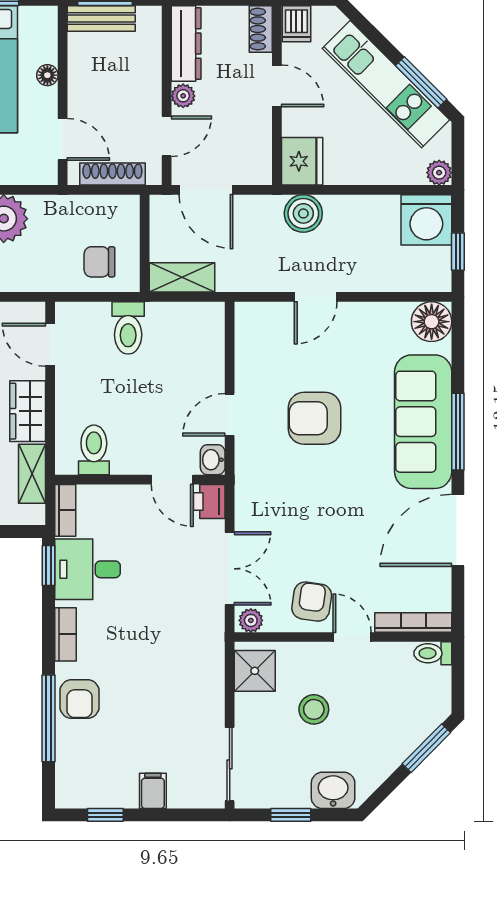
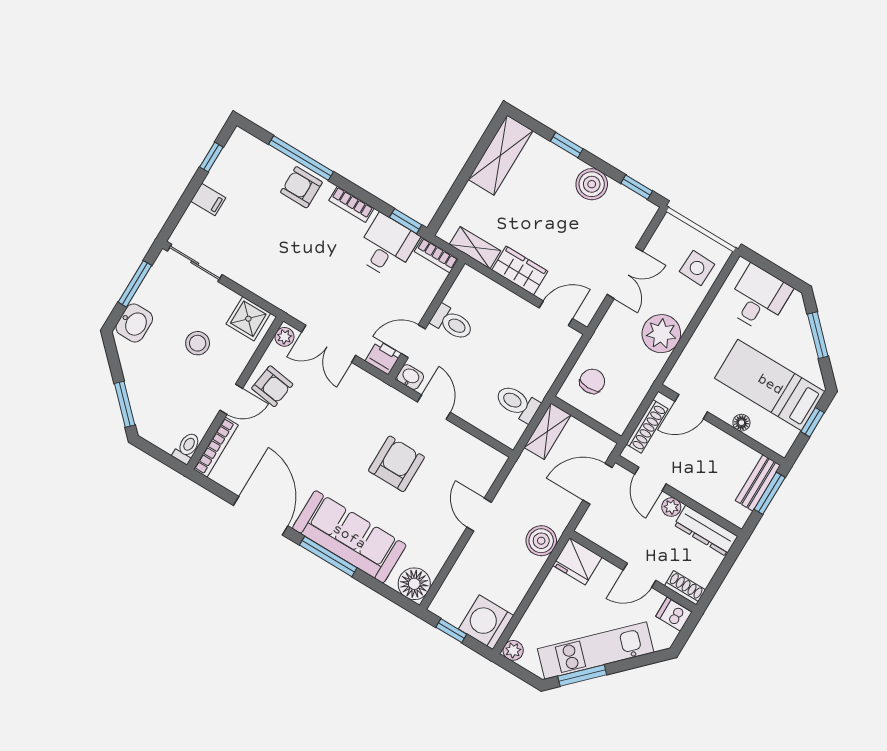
toilet: (128, 328) -> (517, 403), moved
toilet: (94, 450) -> (452, 323), moved
window: (291, 815) -> (135, 284), width x1.50

